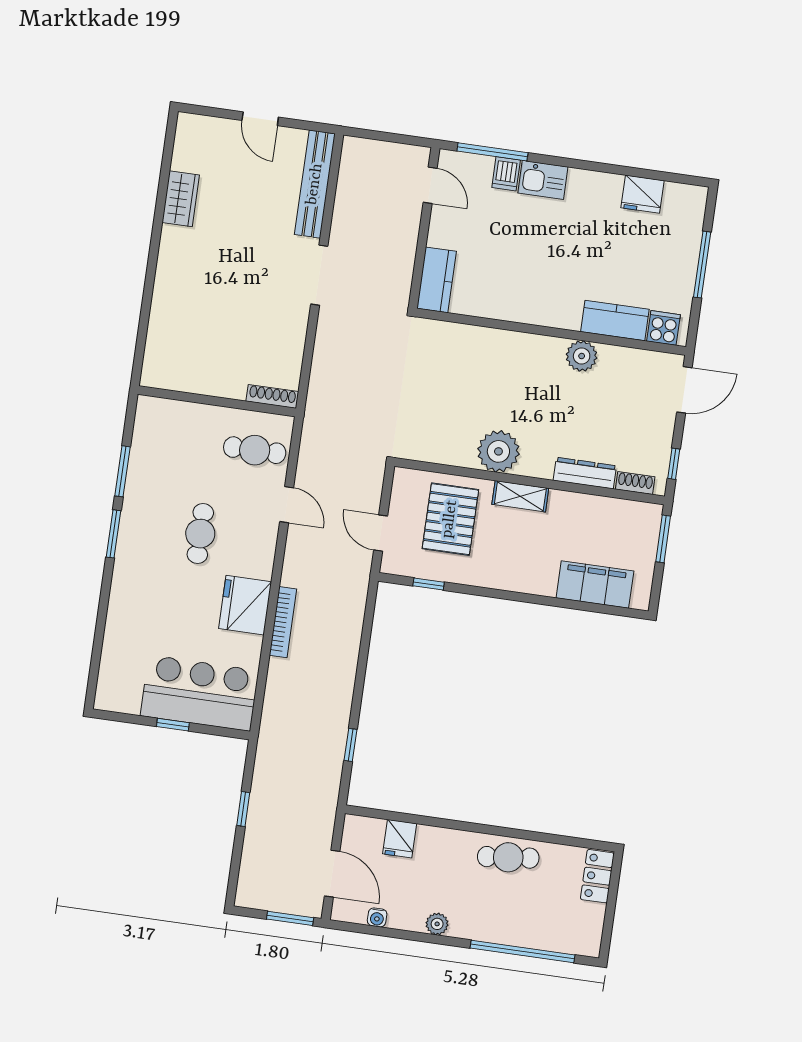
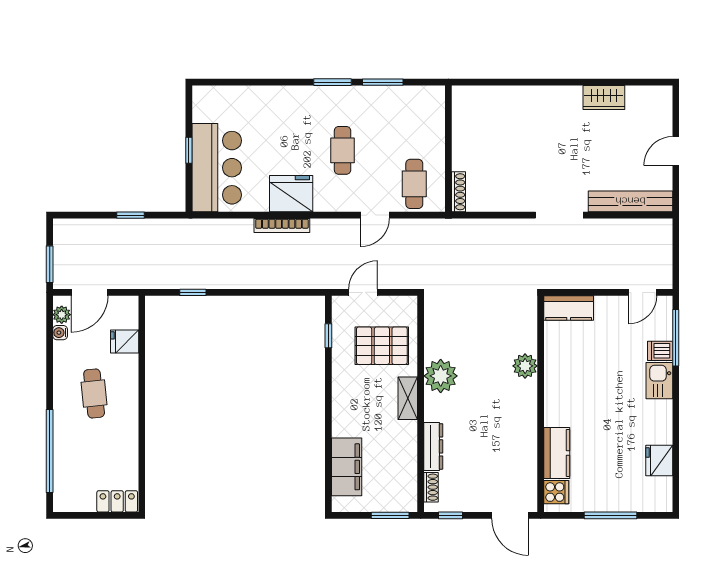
plant: (582, 356) -> (525, 366), moved
cafe table: (200, 534) -> (343, 150), turned 90
cafe table: (508, 857) -> (94, 393), moved
plant: (437, 924) -> (62, 315), moved

